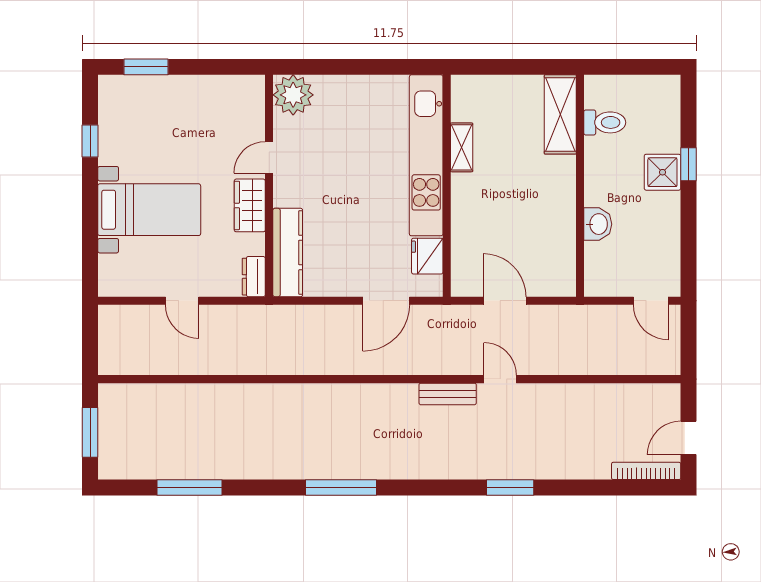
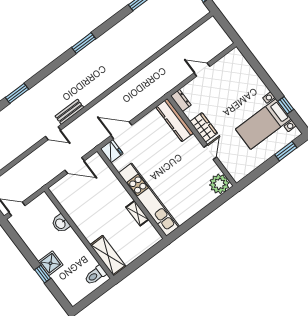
toilet: (605, 122) -> (95, 275), moved
bed with nightstands: (149, 210) -> (263, 124), moved
fridge: (427, 256) -> (112, 151), moved
door: (386, 301) -> (121, 130), hinge flipped
window: (341, 488) -> (84, 43), width x0.69

